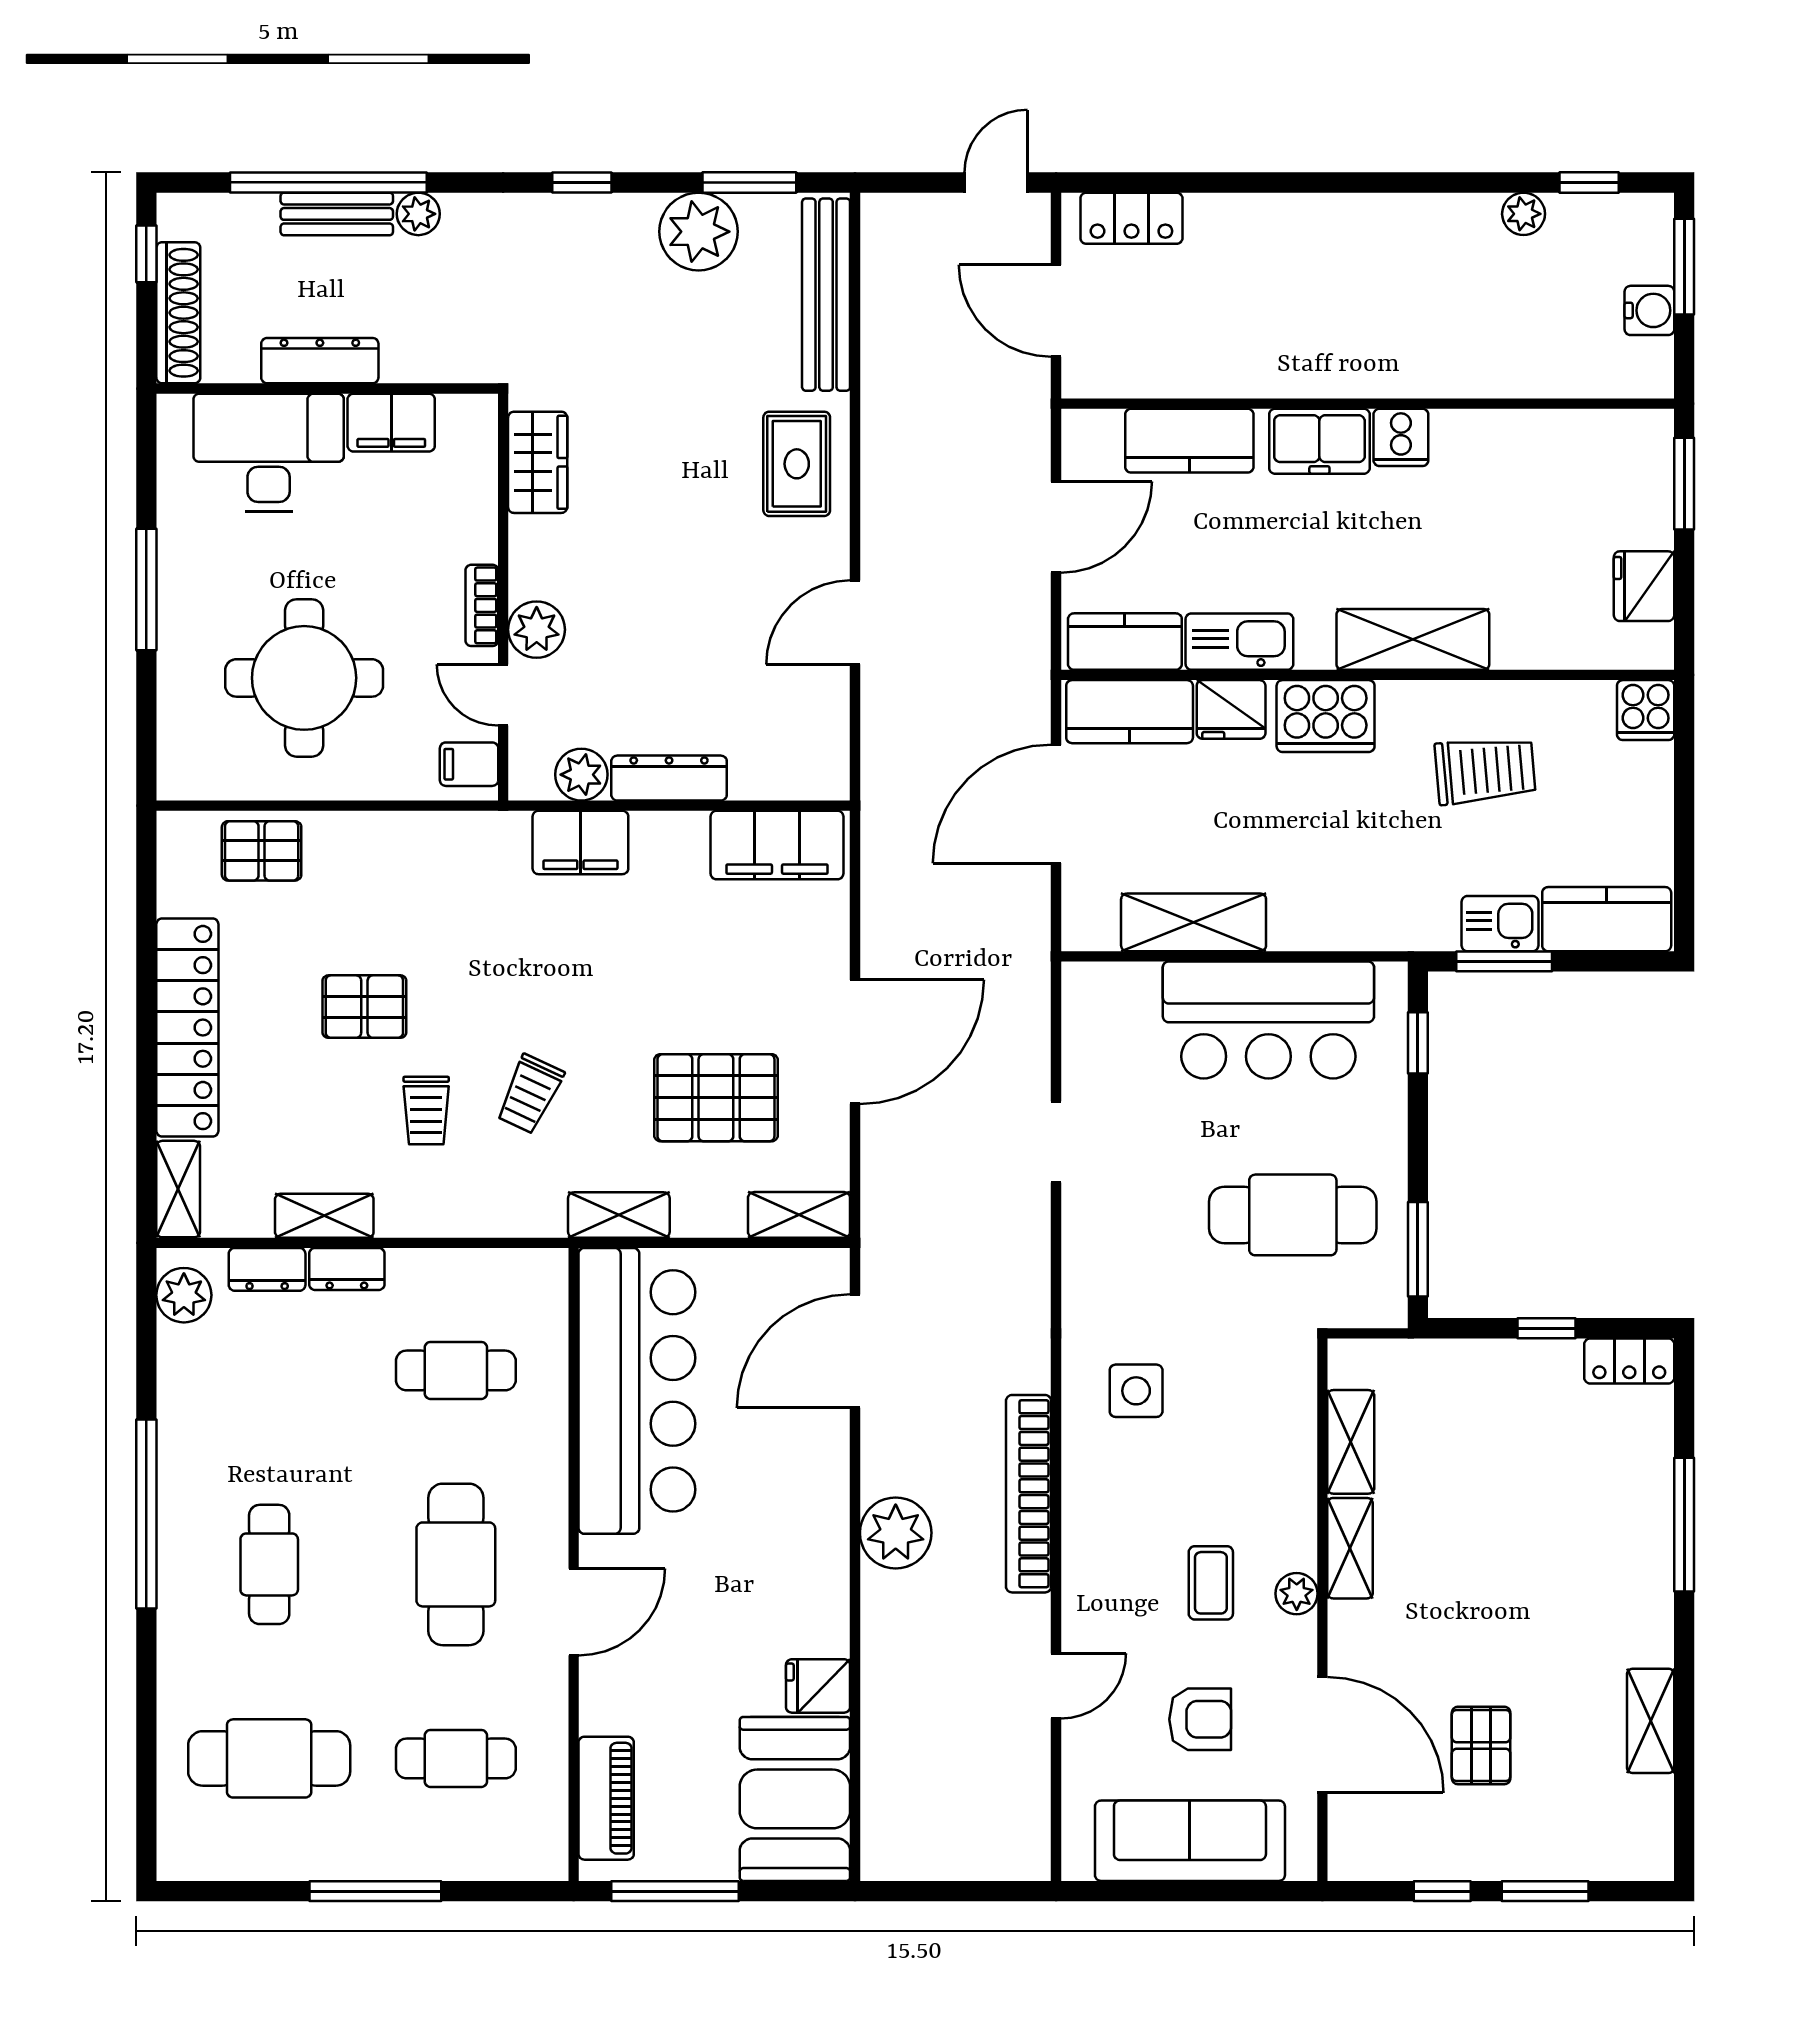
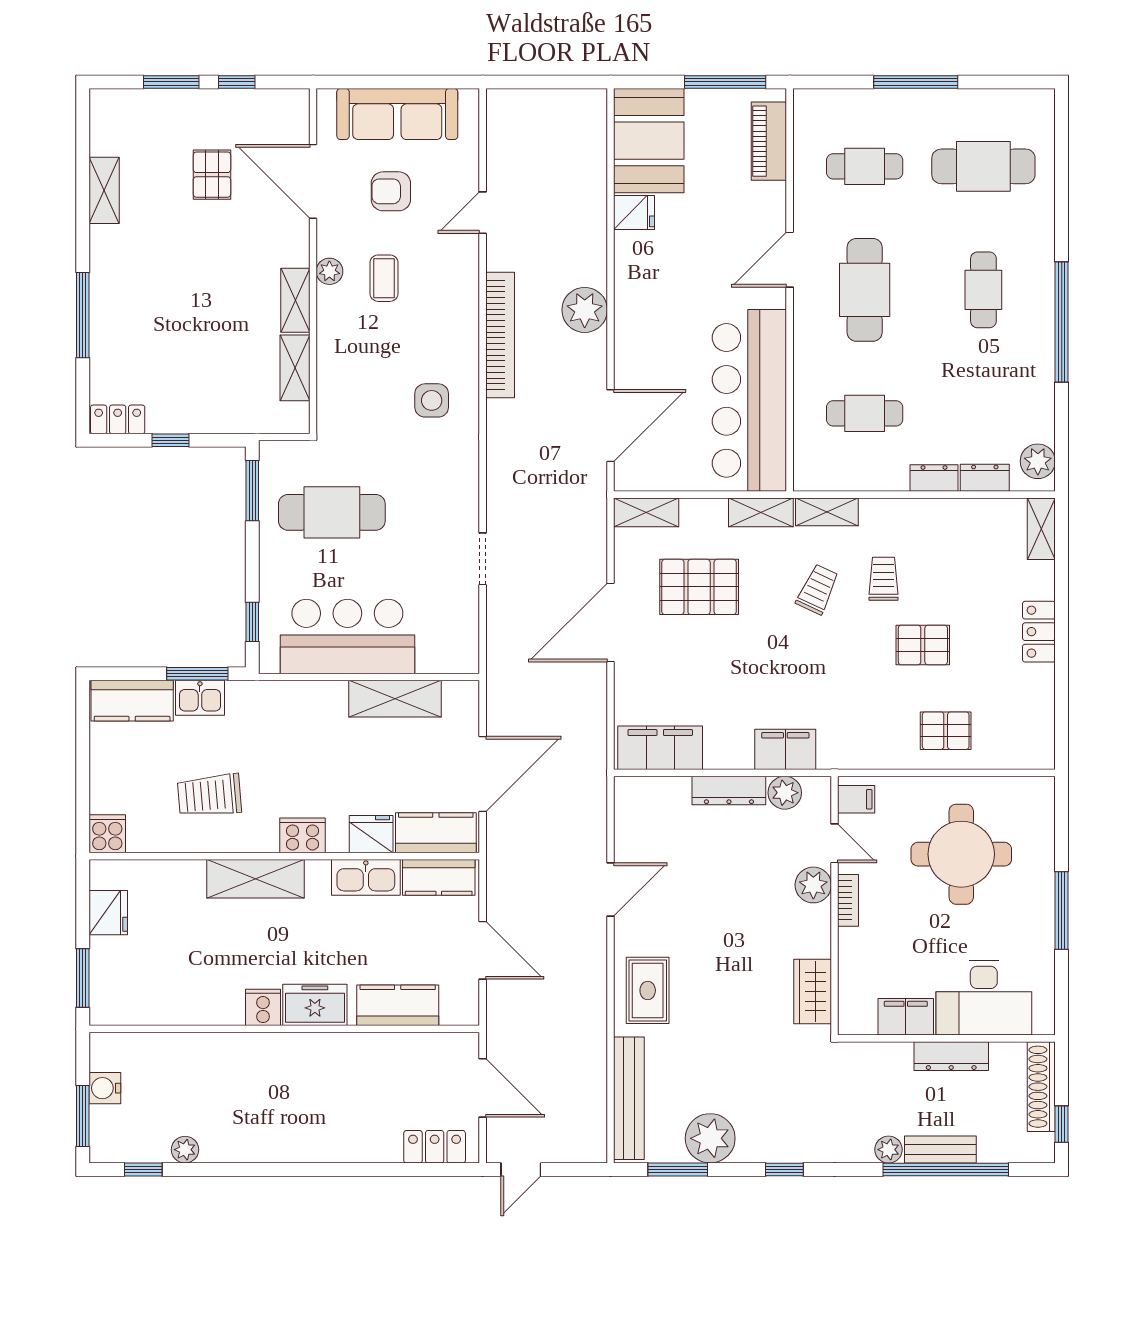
door: (1056, 527) -> (483, 950), swing flipped
cooker: (1326, 716) -> (303, 835), width x0.73, depth x0.76
pallet: (262, 851) -> (946, 731), moved
locker: (187, 1028) -> (1039, 632), width x0.46, depth x0.83
shelving: (324, 1216) -> (827, 512), moved

